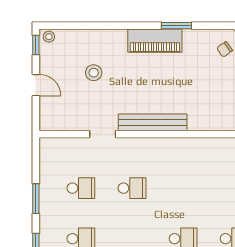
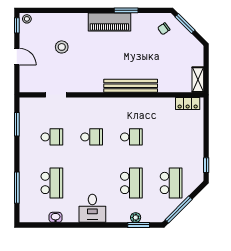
bench: (153, 122) -> (131, 86), moved
doorway: (103, 134) -> (56, 95), moved
school desk: (183, 188) -> (131, 137), added
window: (36, 199) -> (17, 124), moved

